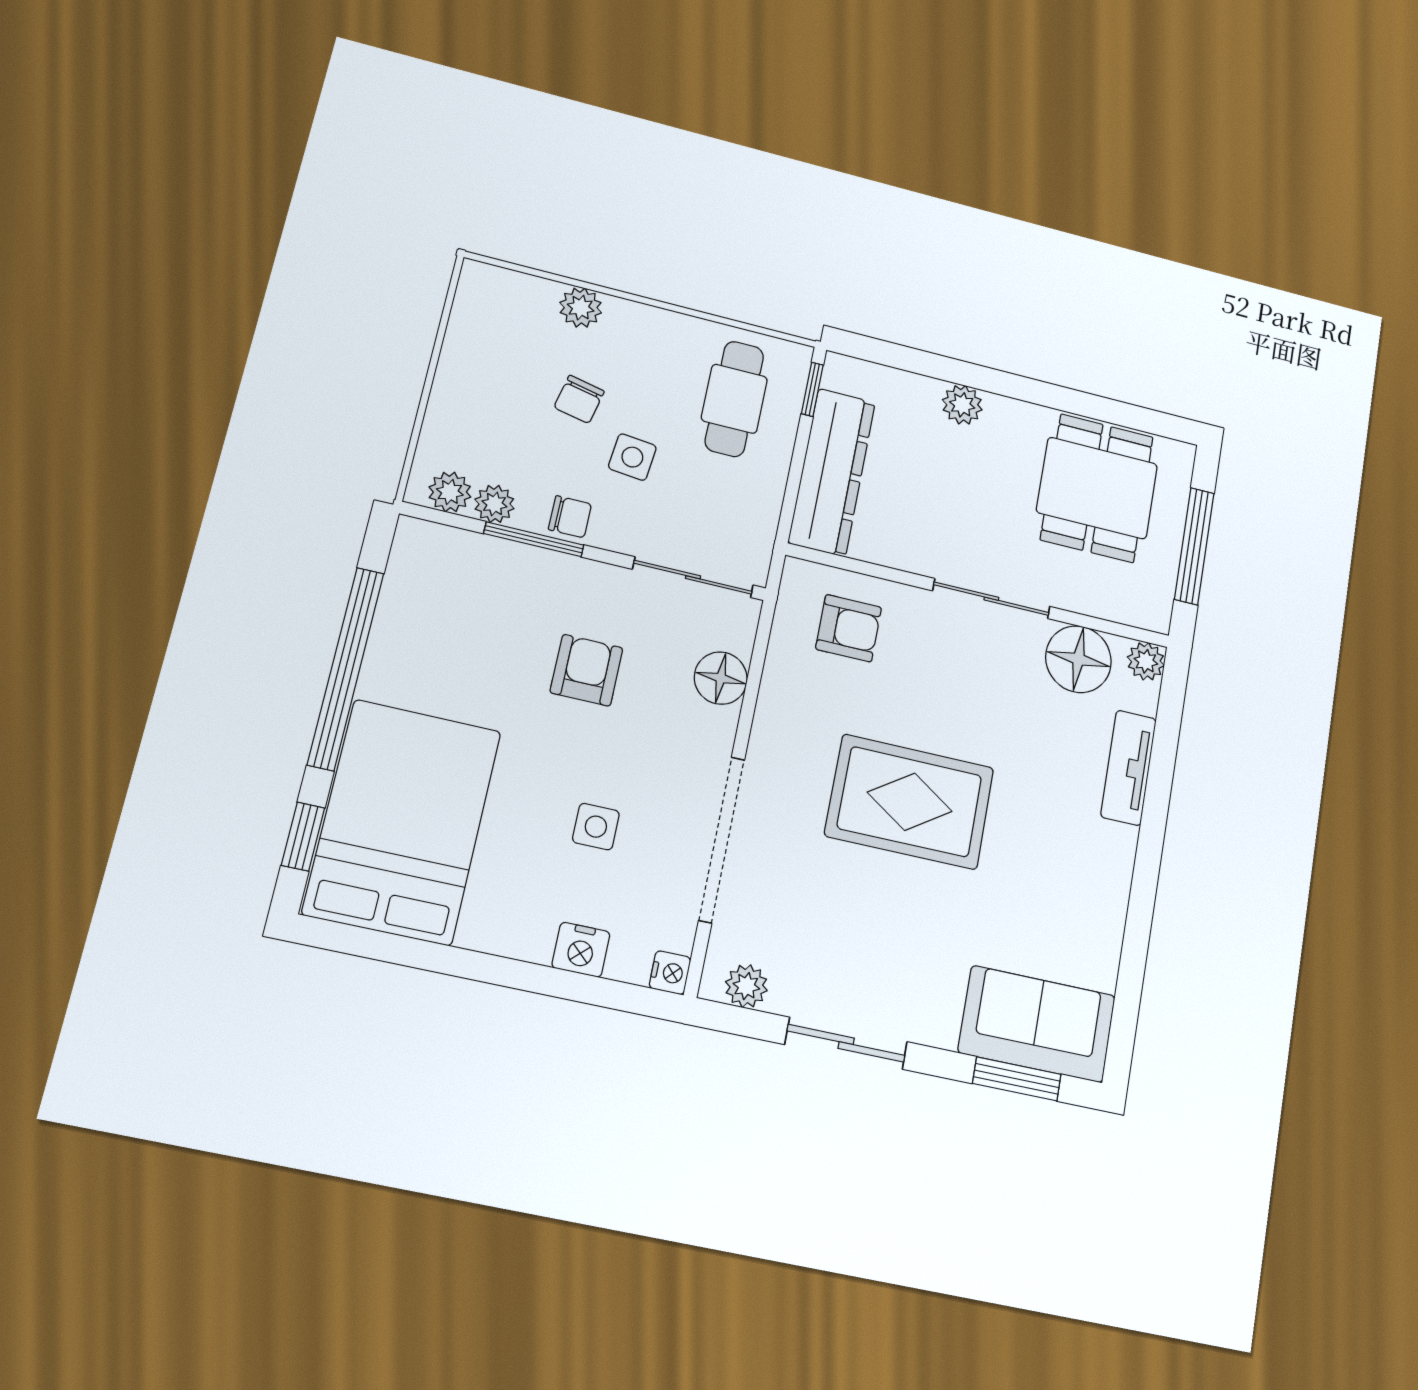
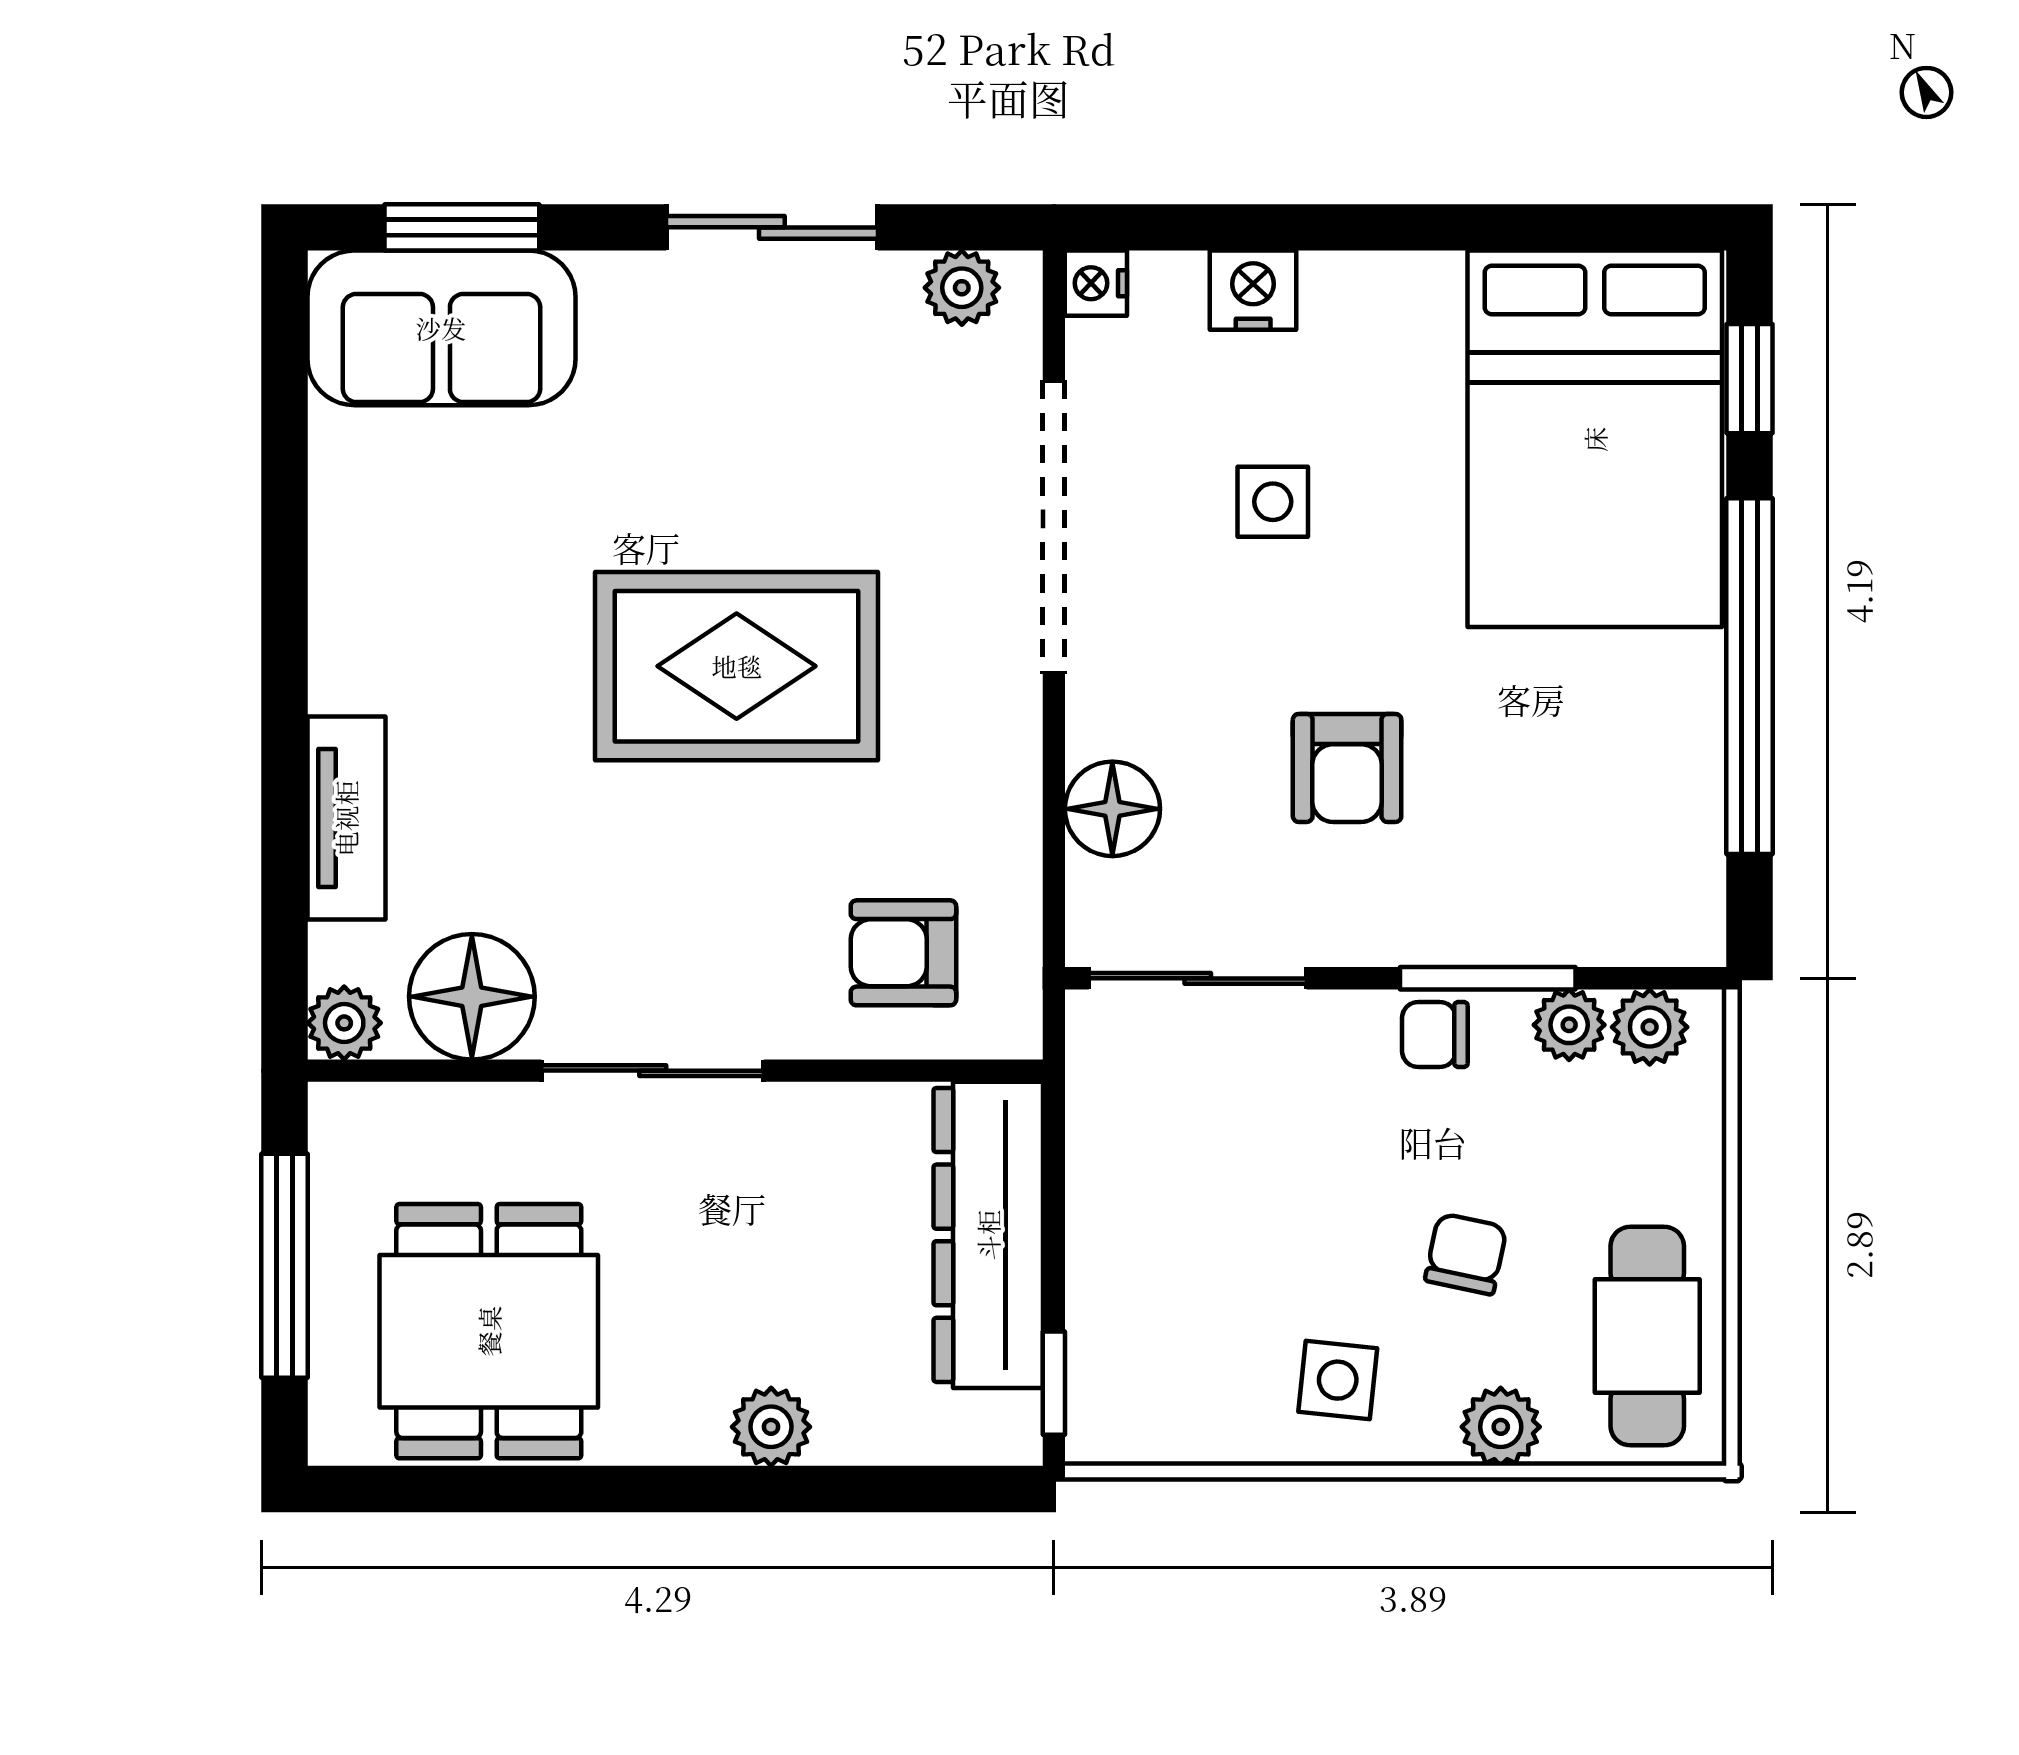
cafe table: (734, 399) -> (1647, 1336), moved
side table: (632, 457) -> (1338, 1380), moved

